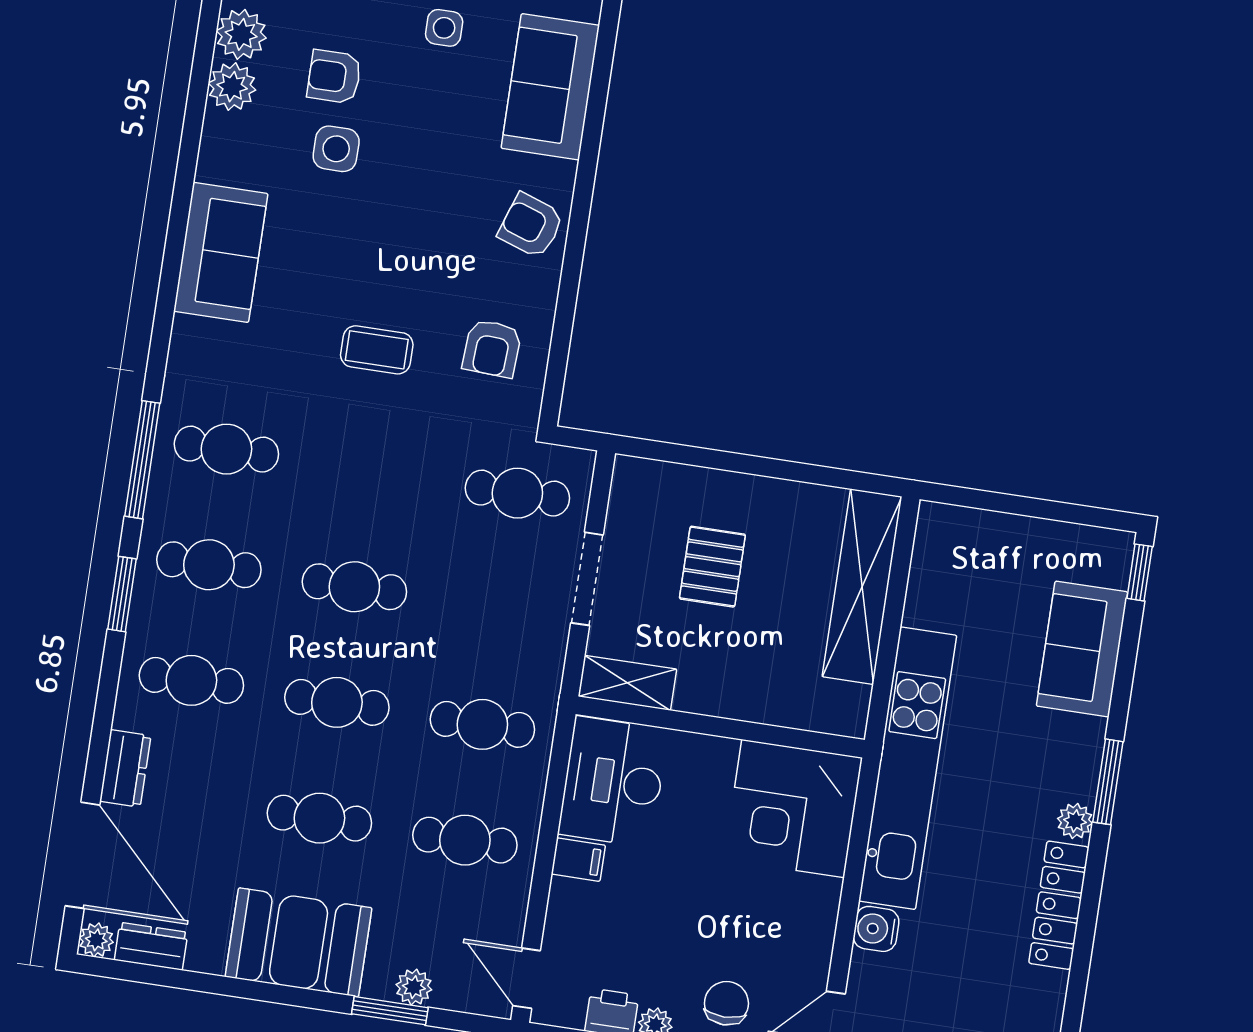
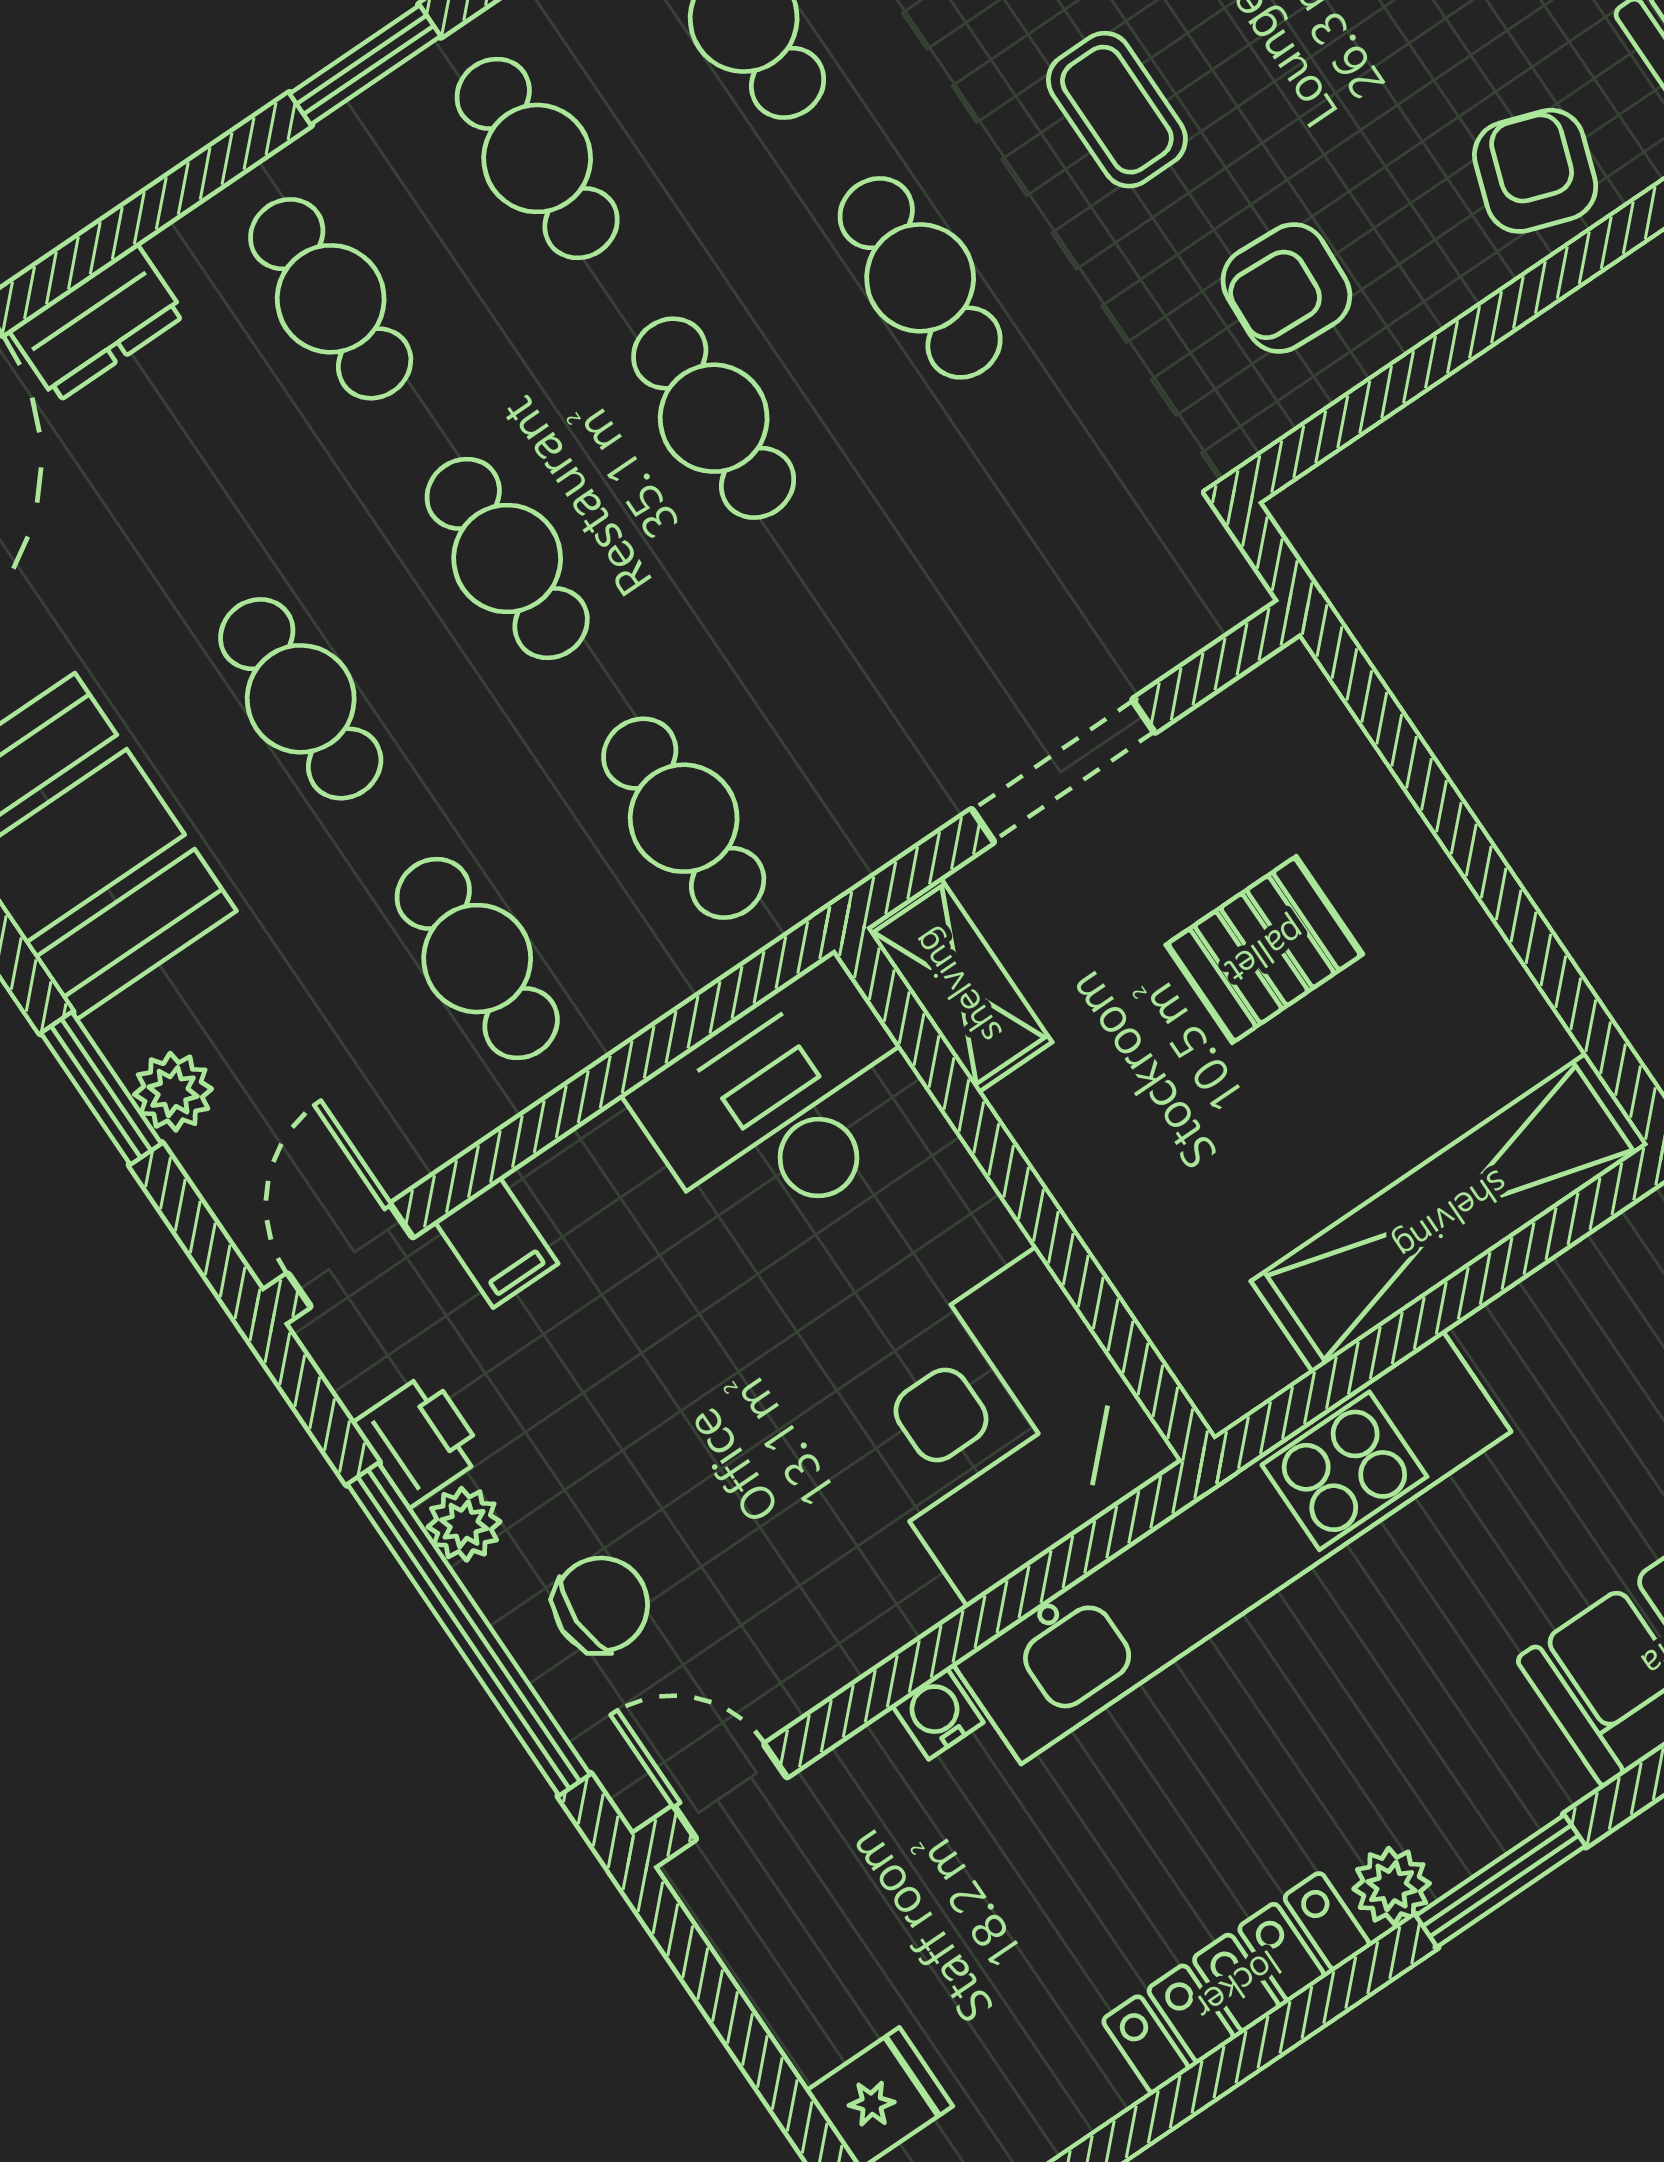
cafe table: (517, 493) -> (920, 278), moved
filing cabinet: (578, 860) -> (496, 1242), moved
water cooler: (876, 929) -> (937, 1713), width x0.72, depth x0.72

